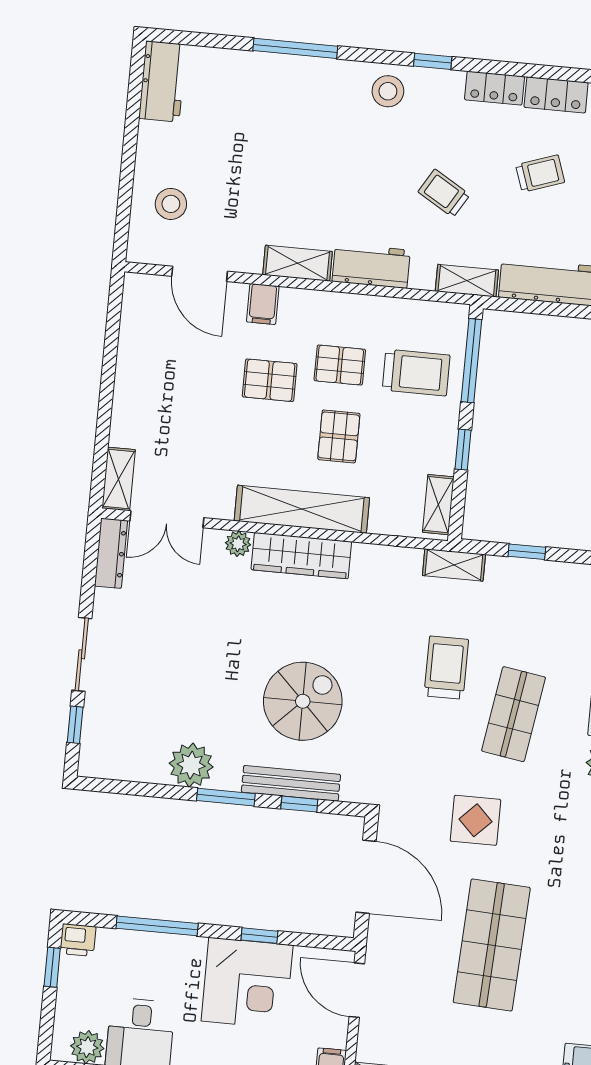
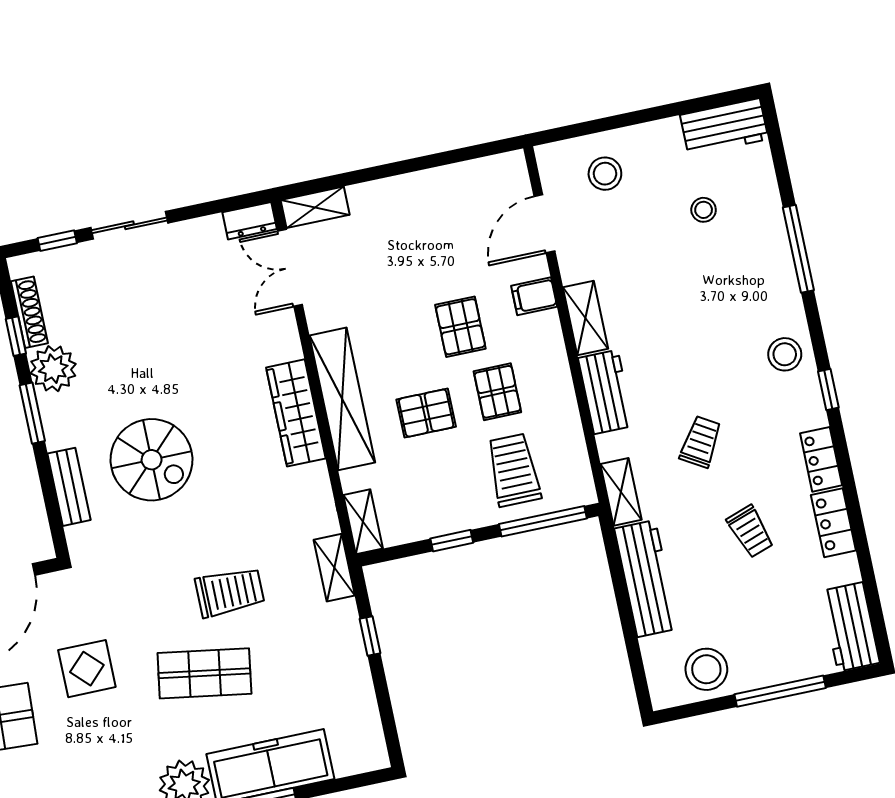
stool: (232, 124) -> (704, 210), added
trolley: (416, 373) -> (514, 470), turned 180
shelving: (438, 505) -> (363, 522), moved, turned 90
plant: (238, 544) -> (288, 346), removed
dresser: (111, 553) -> (250, 221), width x0.70
shoe rack: (133, 771) -> (29, 312), added
bench: (291, 783) -> (69, 487), width x0.73
window: (299, 804) -> (16, 336), moved

